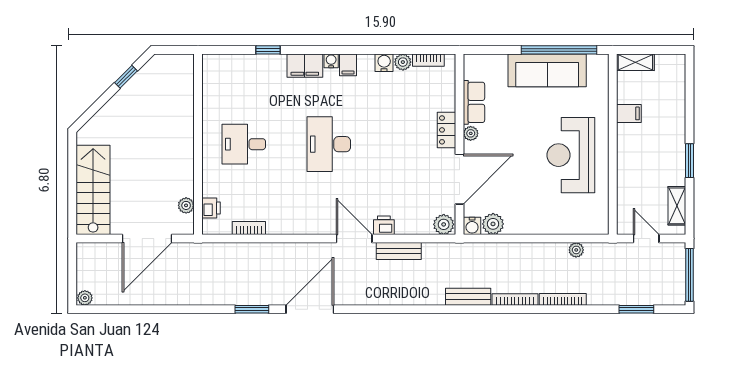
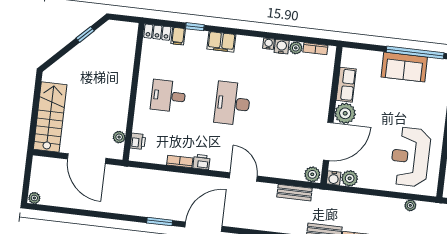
water cooler: (331, 61) -> (268, 44), moved
filing cabinet: (348, 65) -> (178, 36), moved
sofa: (547, 70) -> (404, 67), width x0.73
locker: (446, 130) -> (157, 32), moved, turned -90
plant: (471, 133) -> (345, 113), width x1.88, depth x1.88
reception desk: (571, 155) -> (410, 157), moved
printer: (384, 225) -> (201, 162), moved
bookcase: (249, 228) -> (180, 162), moved
door: (147, 239) -> (87, 159), hinge flipped
bench: (399, 251) -> (294, 193), moved

